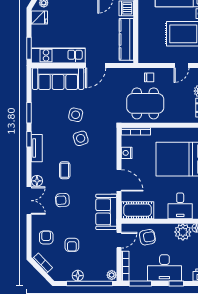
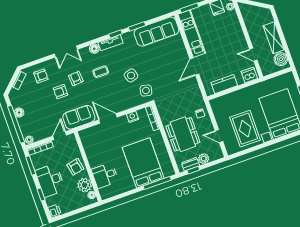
kitchen counter: (126, 39) -> (224, 84), width x0.67
door: (96, 65) -> (194, 67), hinge flipped
sofa: (58, 79) -> (156, 32), moved, turned -90
dining table: (145, 103) -> (183, 134), moved
side table: (76, 115) -> (146, 91), moved
door: (119, 180) -> (108, 119), swing flipped
floor lamp: (37, 181) -> (94, 49), moved
cot: (137, 210) -> (89, 142), removed
armchair: (147, 237) -> (75, 167), moved
door: (119, 240) -> (60, 136), swing flipped
armchair: (72, 245) -> (60, 92), moved

